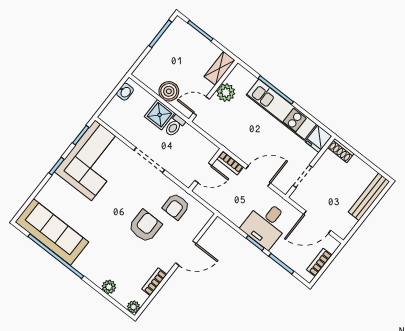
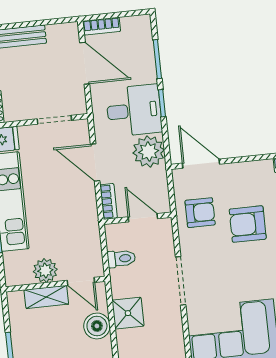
shelving: (220, 68) -> (46, 297), moved
toilet: (175, 126) -> (121, 259), moved
plant: (236, 211) -> (149, 152), added
door: (186, 253) -> (201, 164), moved
bookcase: (319, 262) -> (102, 26), moved

